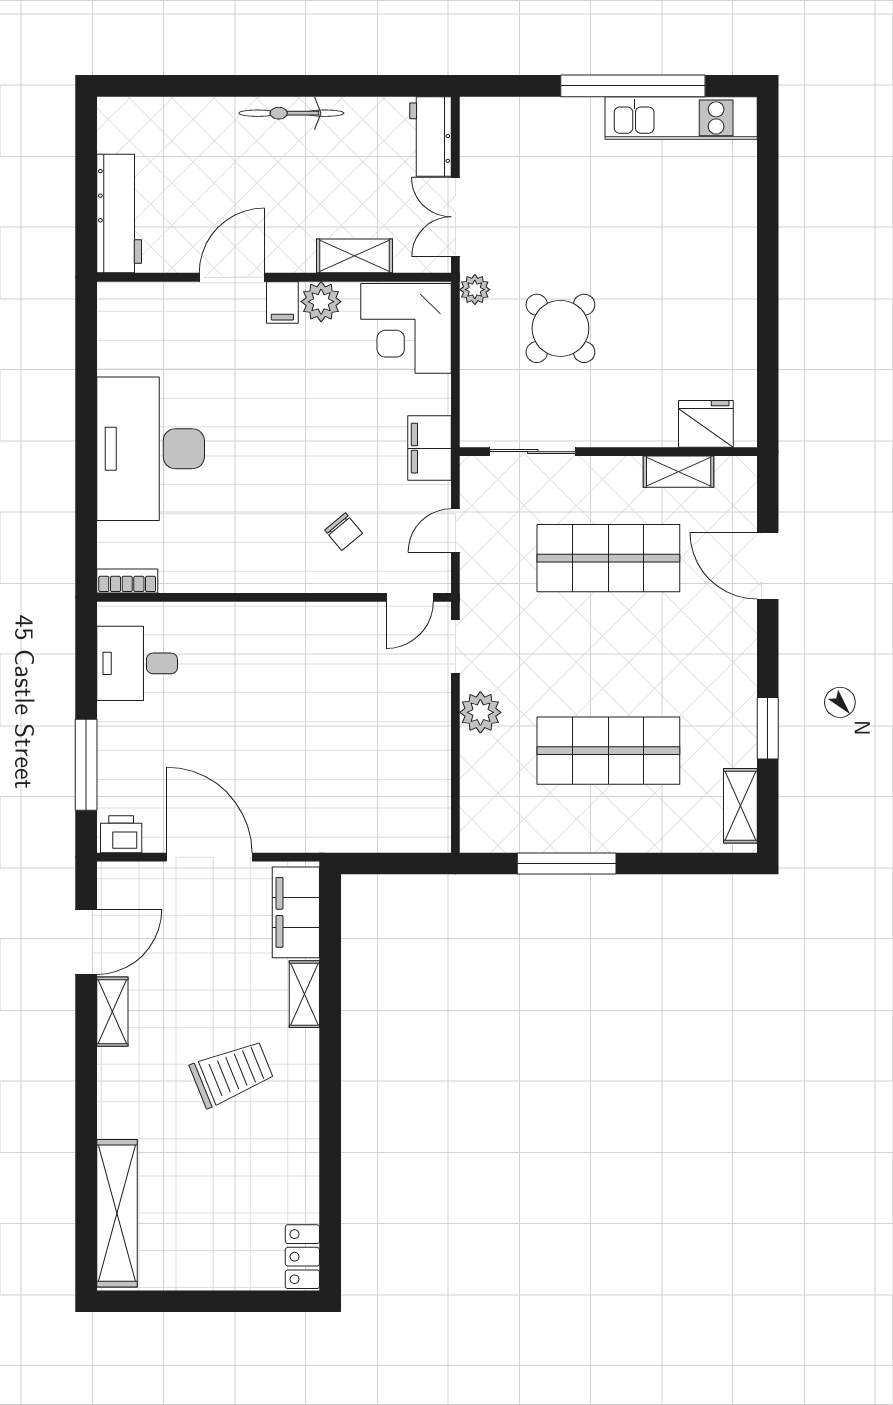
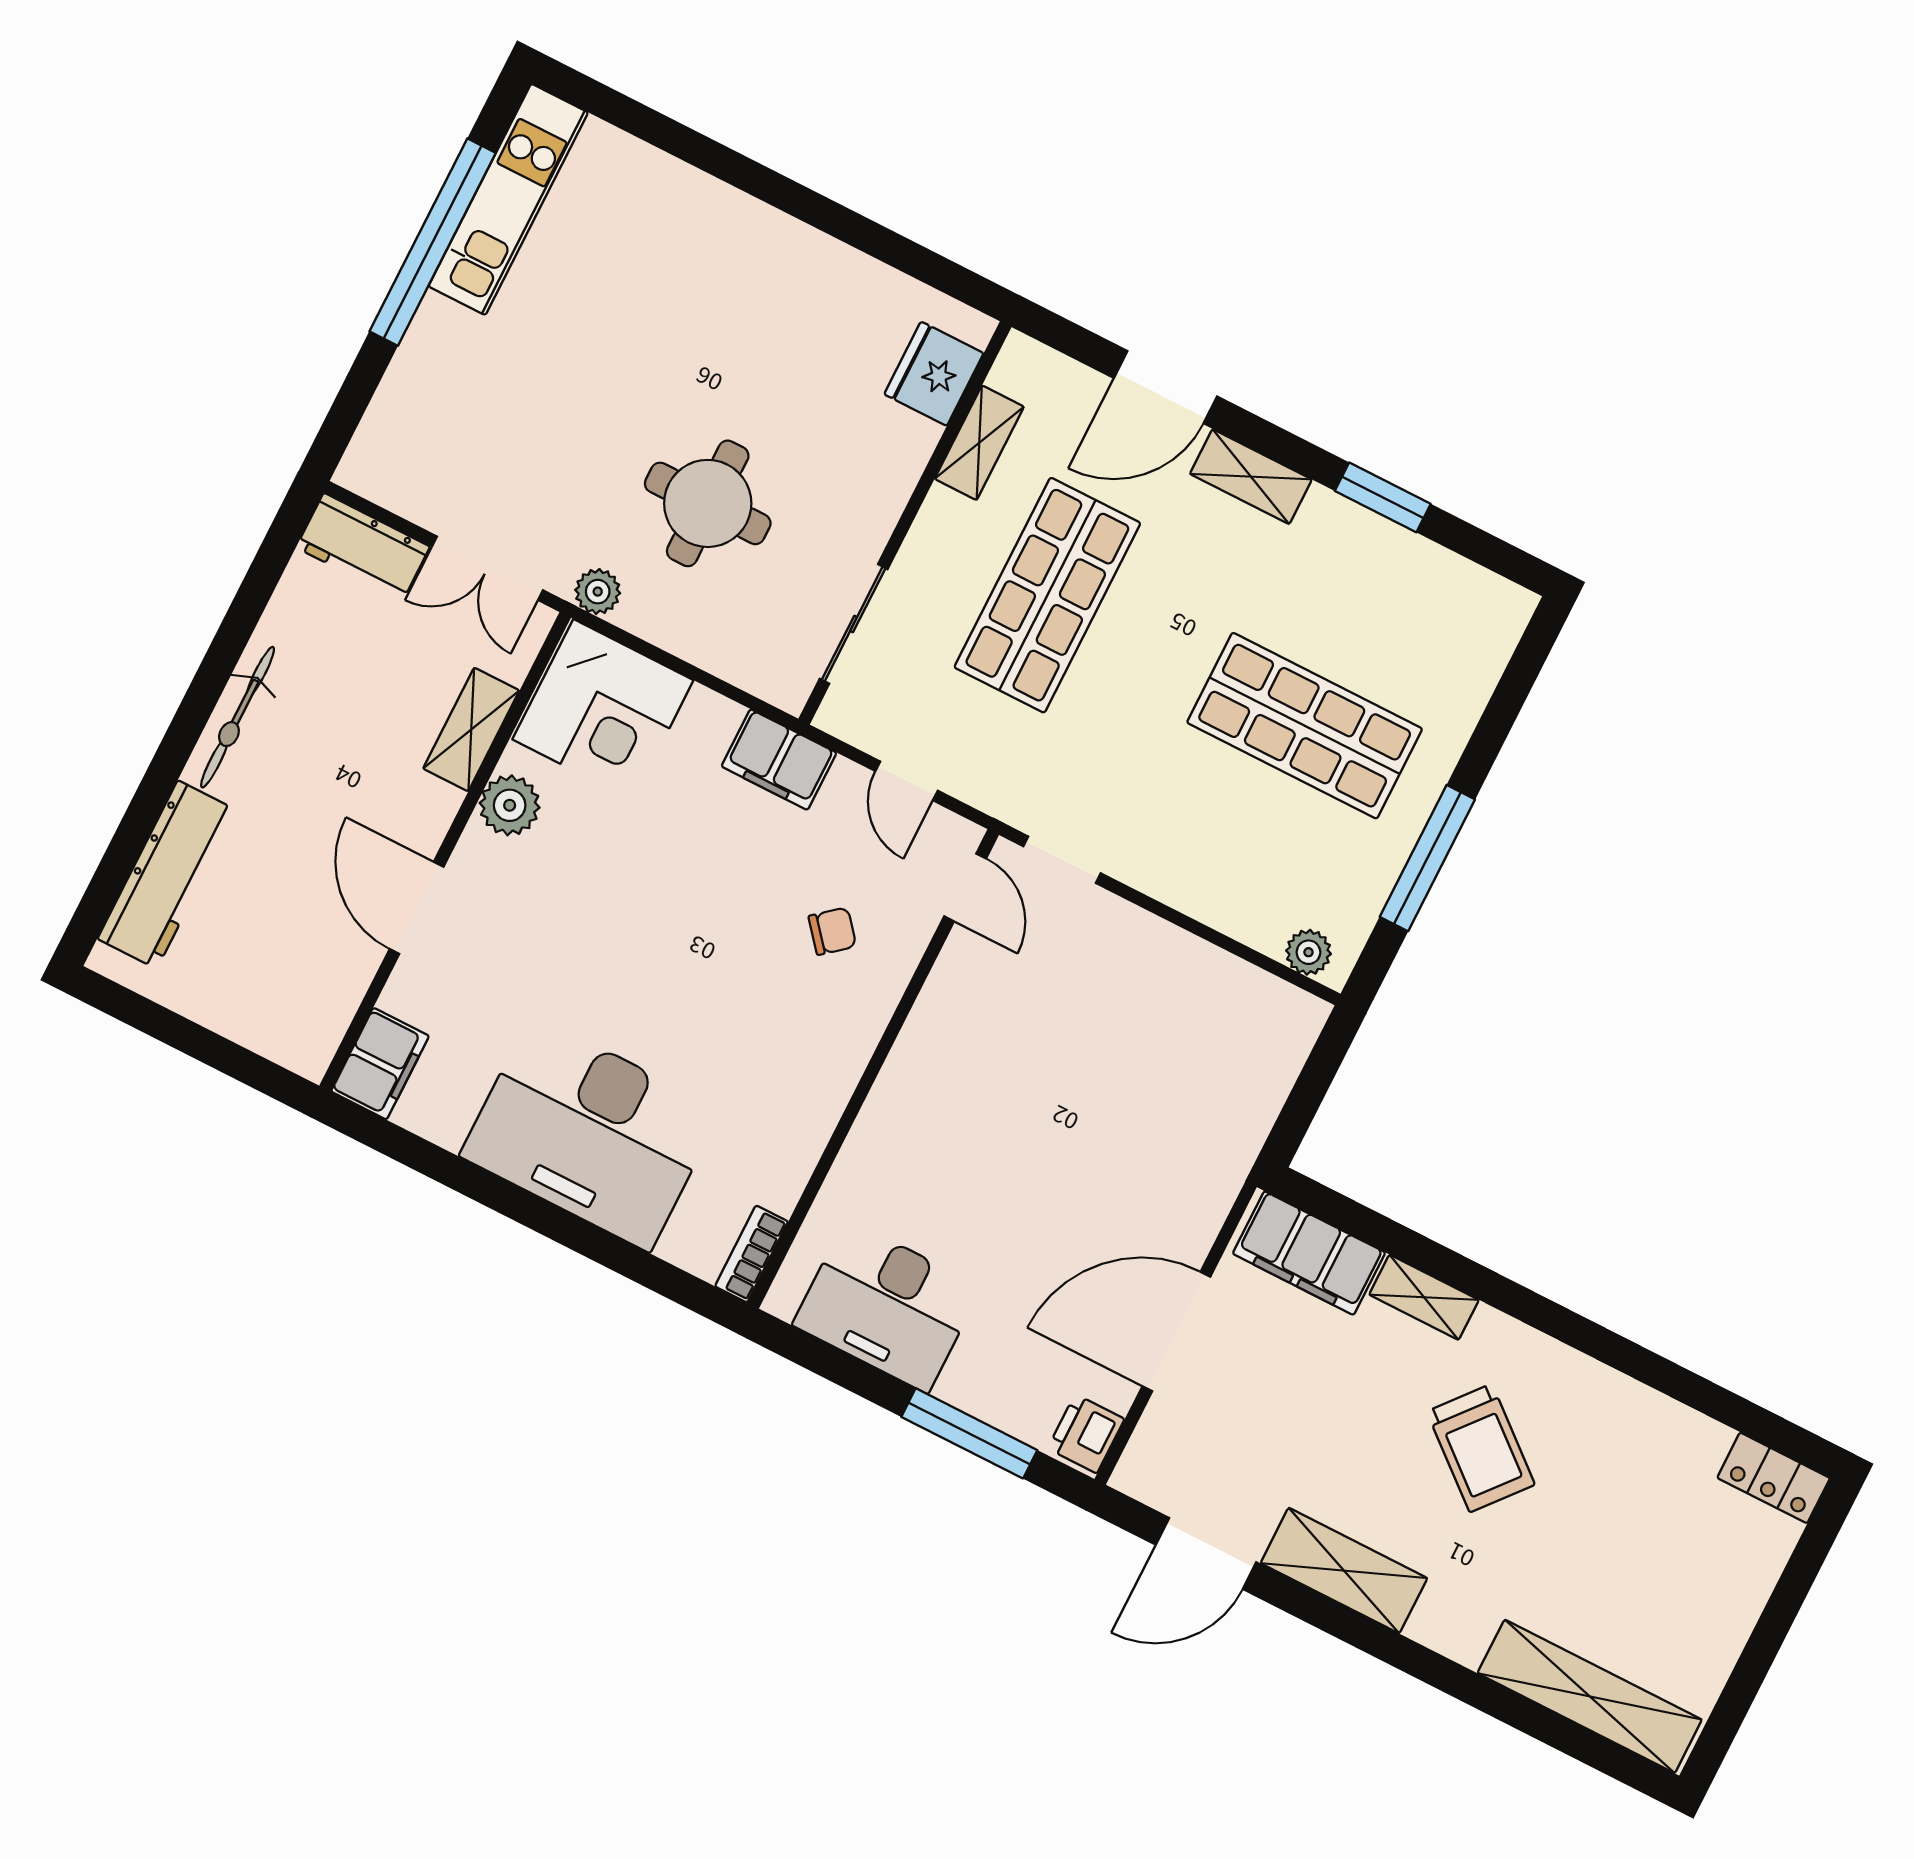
workbench: (119, 214) -> (167, 875), moved, turned 90
filing cabinet: (282, 302) -> (380, 1064), moved, width x2.00
round table: (560, 328) -> (708, 503), turned 45
desk: (137, 663) -> (887, 1306), width x1.37
plant: (480, 712) -> (1308, 952), moved, width x0.73, depth x0.73
shop shelf: (608, 751) -> (1305, 726), turned 90
shelving: (740, 806) -> (1251, 477), moved
door: (86, 942) -> (1206, 1554), swing flipped
shelving: (112, 1012) -> (1344, 1571), width x1.50, depth x1.33
trolley: (232, 1073) -> (1481, 1448), turned 152

